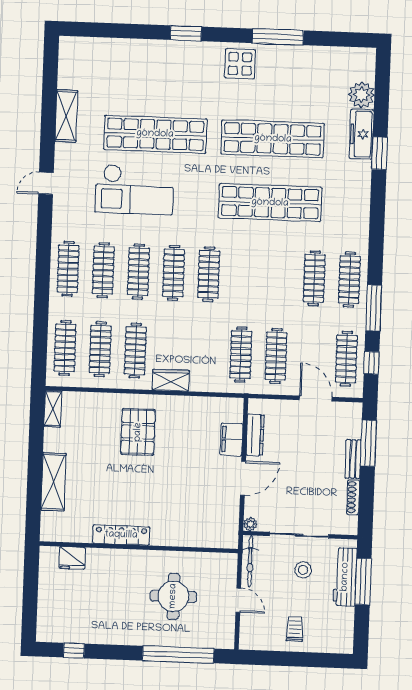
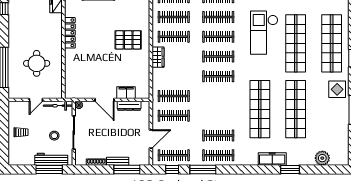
shop shelf: (158, 70) -> (332, 43), added
freezer: (361, 134) -> (272, 159), moved

